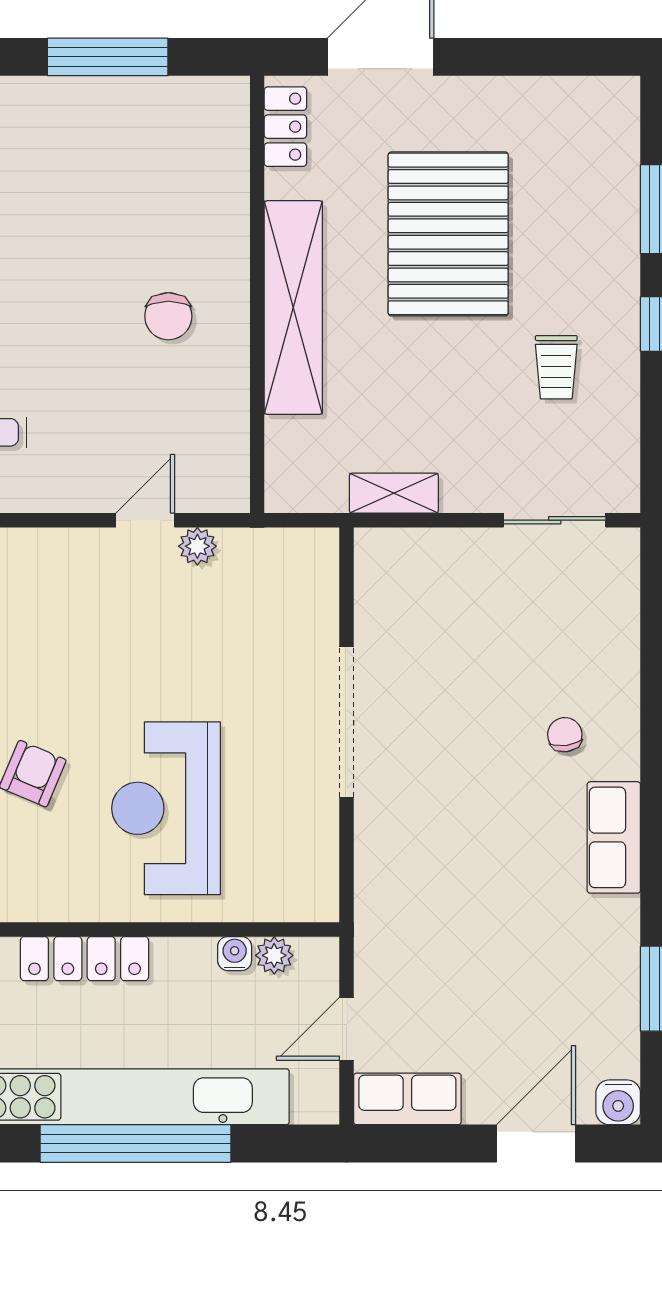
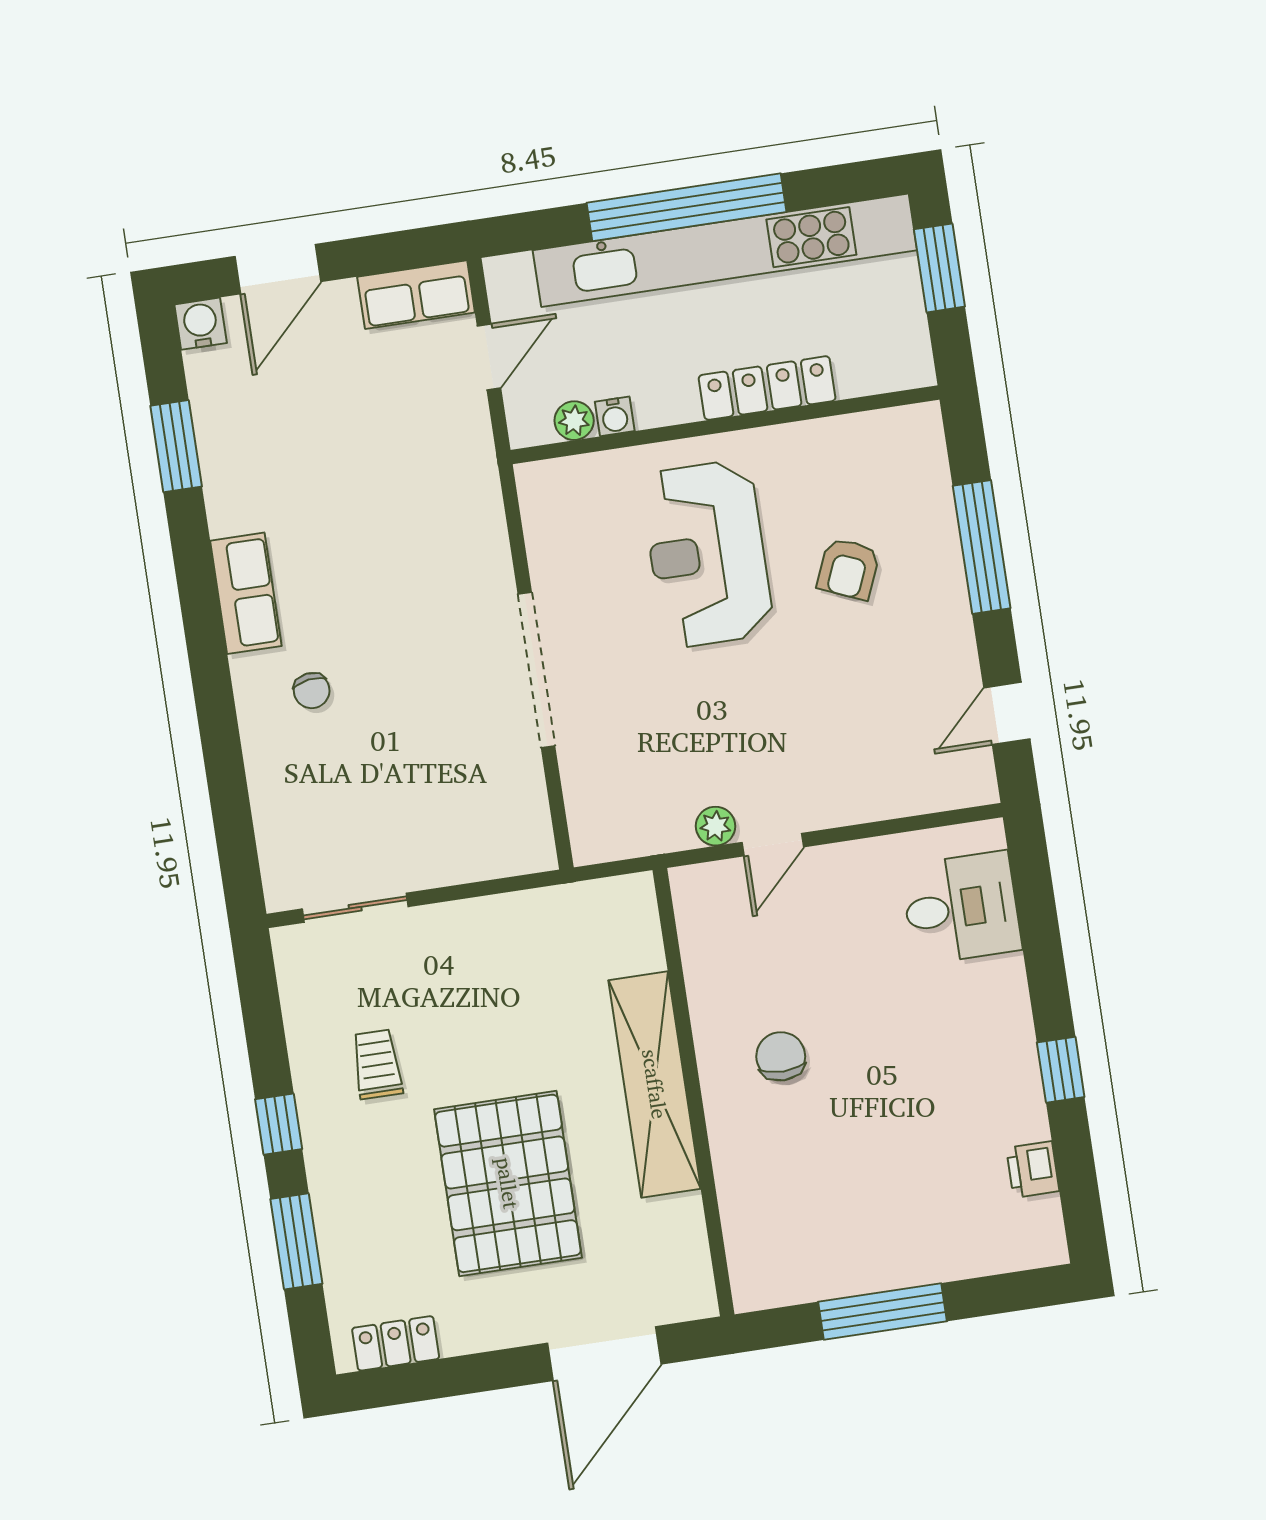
locker: (285, 127) -> (396, 1343), moved, turned 90
shelving: (394, 493) -> (523, 911), removed
reception desk: (166, 808) -> (707, 554), turned 180

